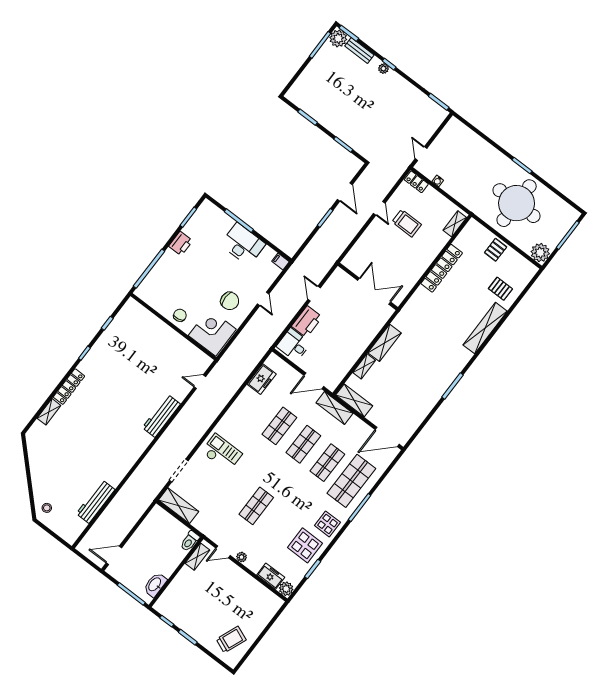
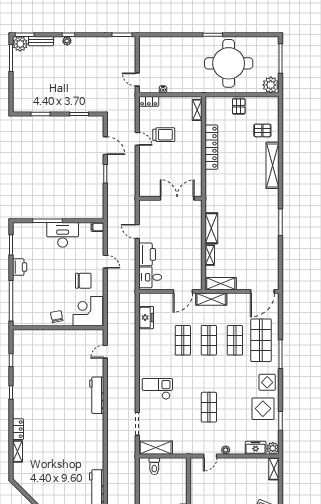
locker: (69, 387) -> (18, 429), width x0.66
toilet: (190, 541) -> (154, 466), moved
shelving: (197, 557) -> (274, 469), moved

